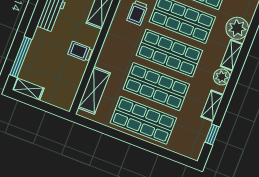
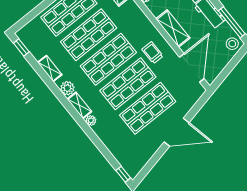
plant: (237, 28) -> (91, 120), width x0.53, depth x0.53
window: (212, 134) -> (21, 47), moved

